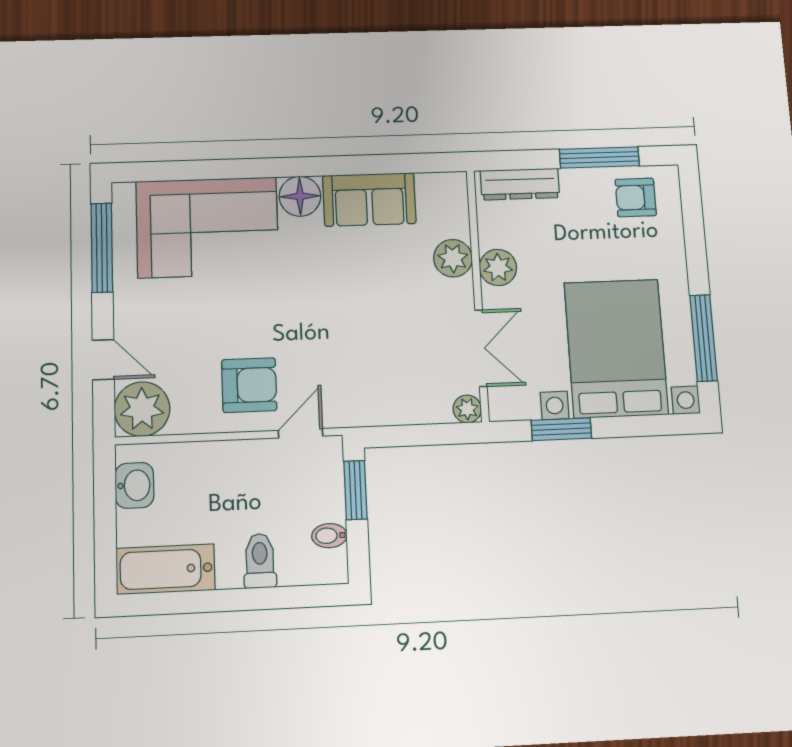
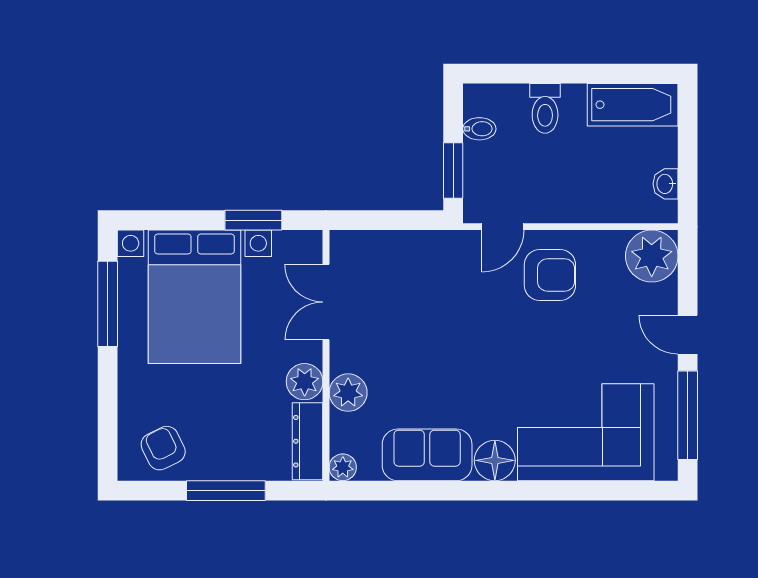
window: (599, 157) -> (226, 491), moved
dresser: (520, 184) -> (308, 441), moved, turned -90
armchair: (636, 197) -> (163, 448), turned -116
door: (103, 360) -> (688, 335), moved
armchair: (249, 385) -> (550, 275), turned 180
plant: (467, 409) -> (343, 467), moved
washbasin: (134, 485) -> (666, 184), width x0.72, depth x0.69

